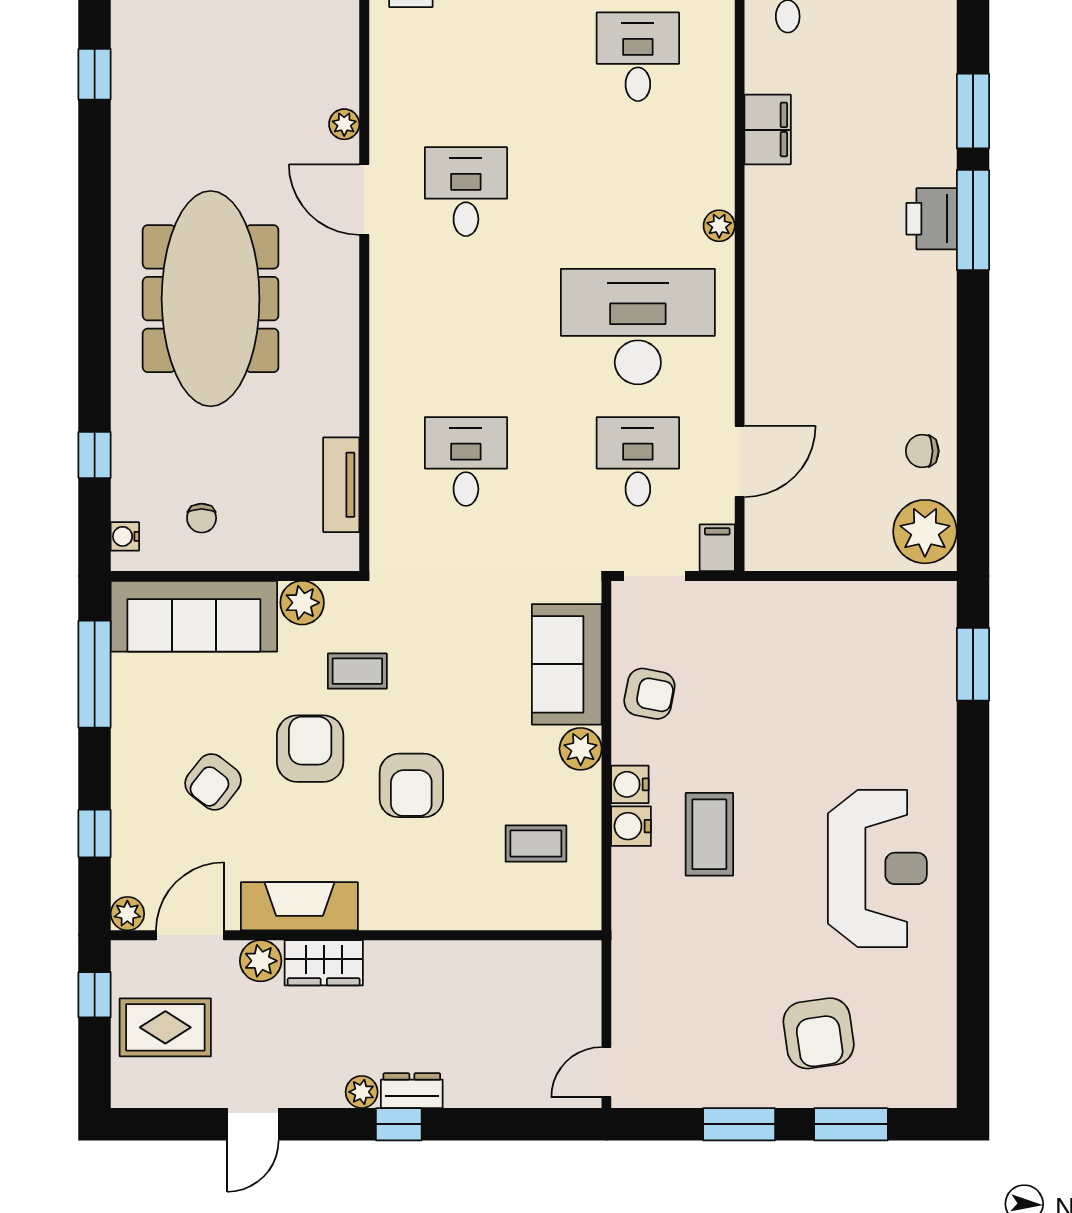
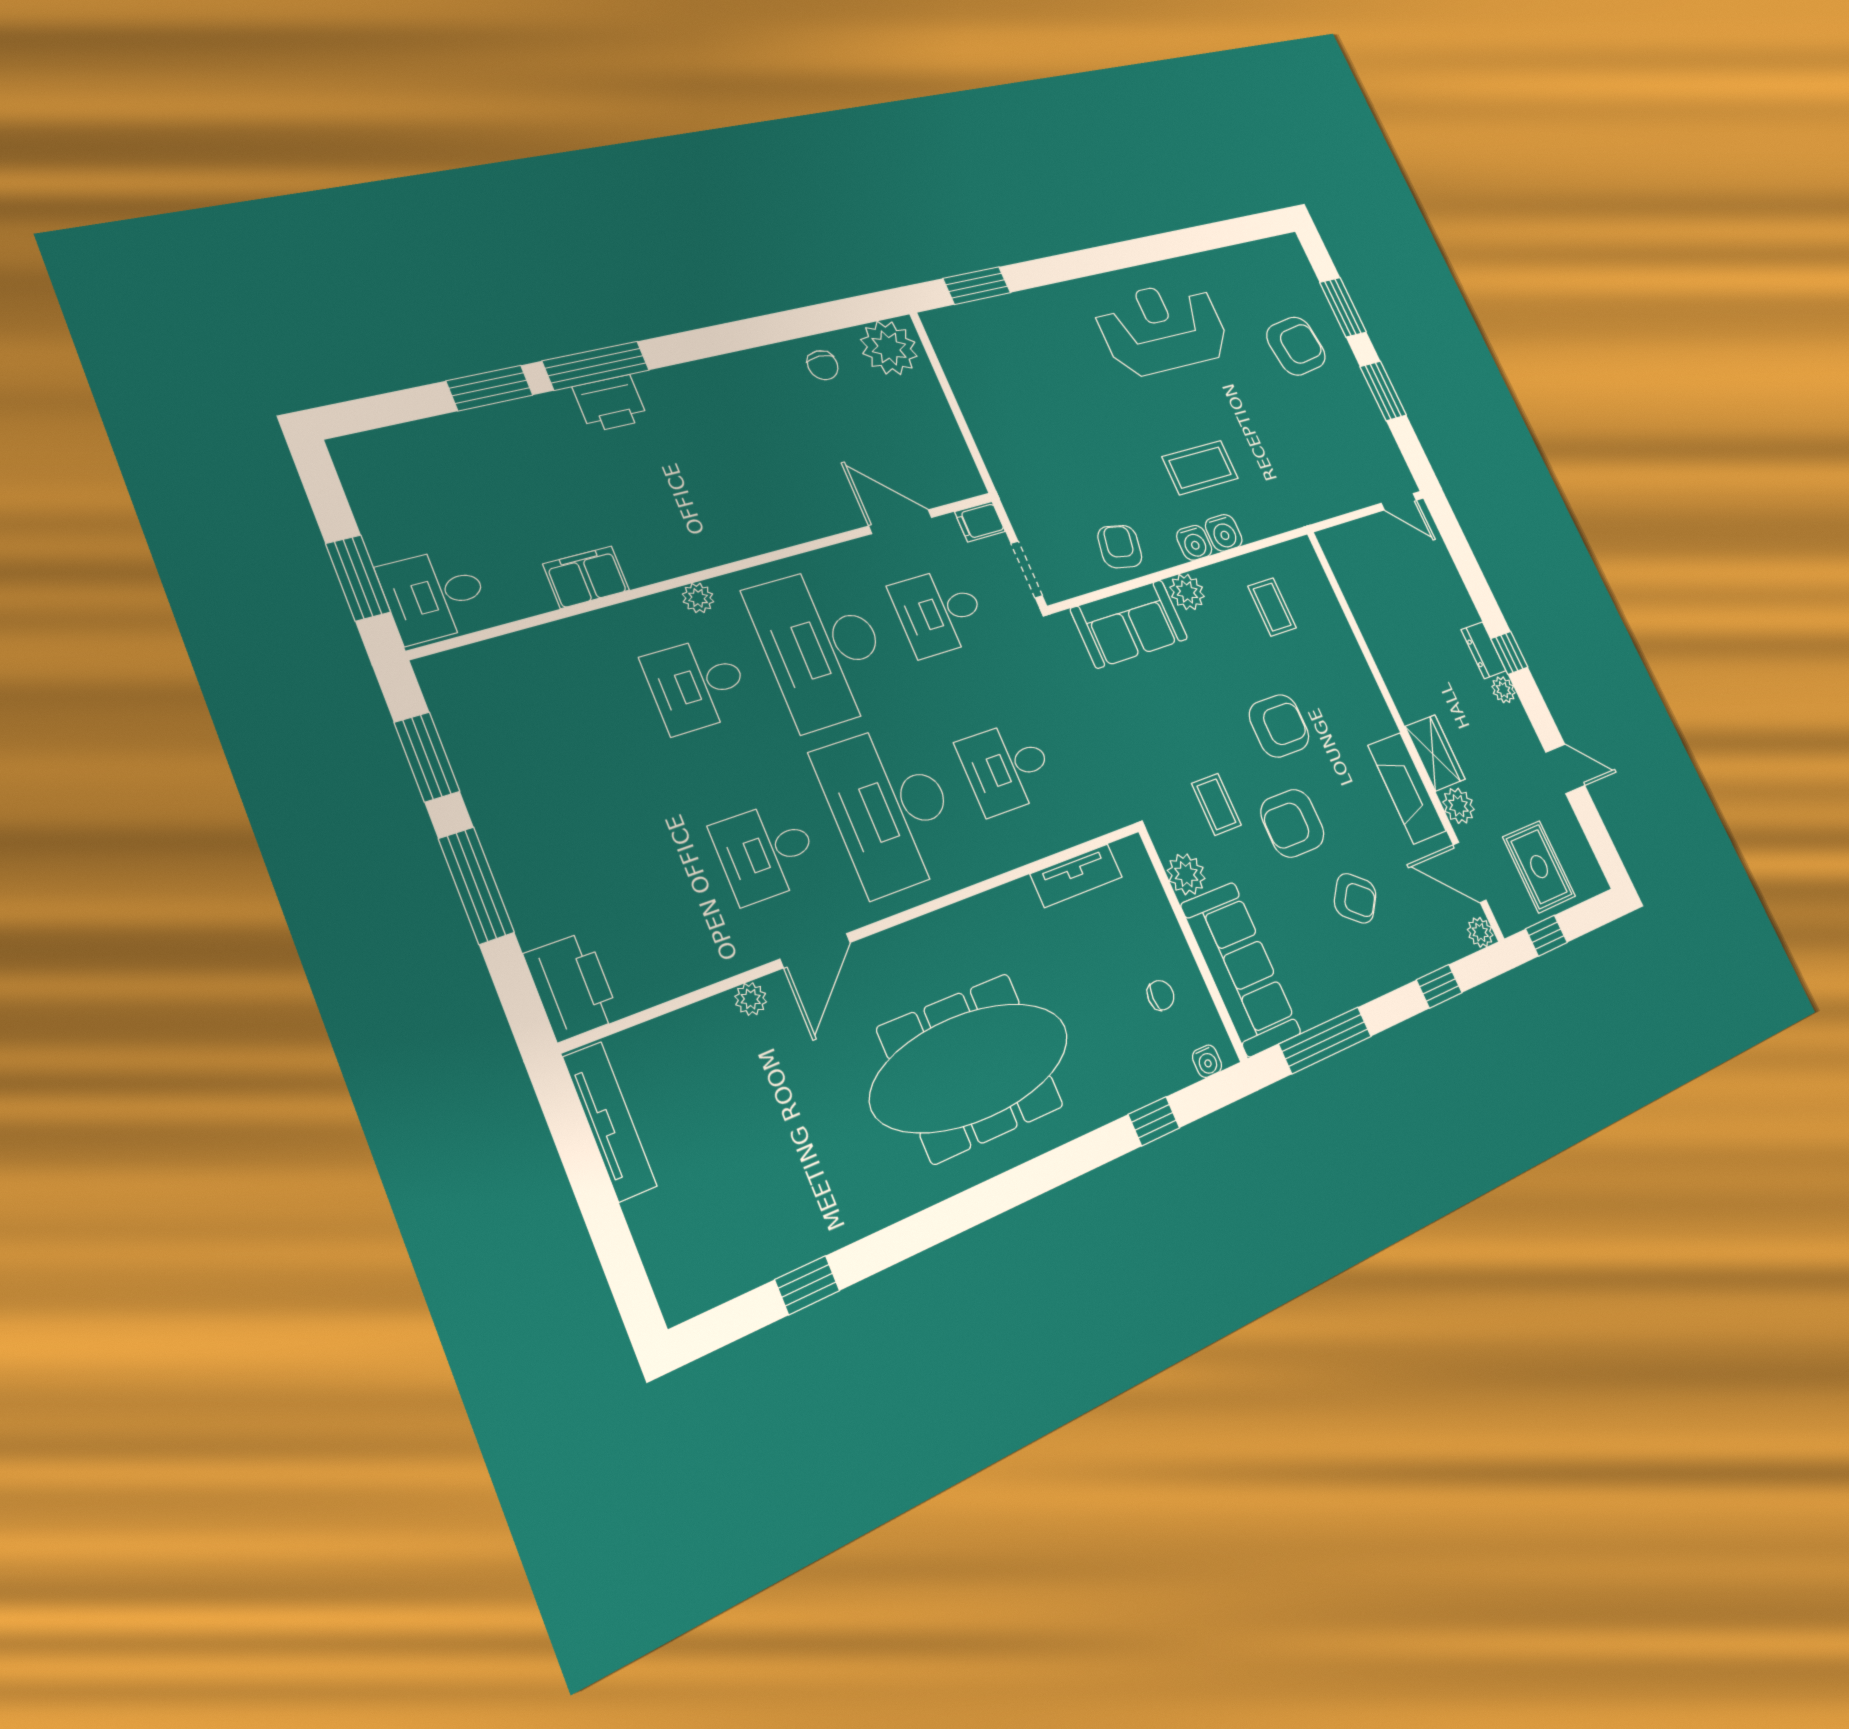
desk: (638, 57) -> (697, 684), moved
desk: (466, 327) -> (891, 808), added

